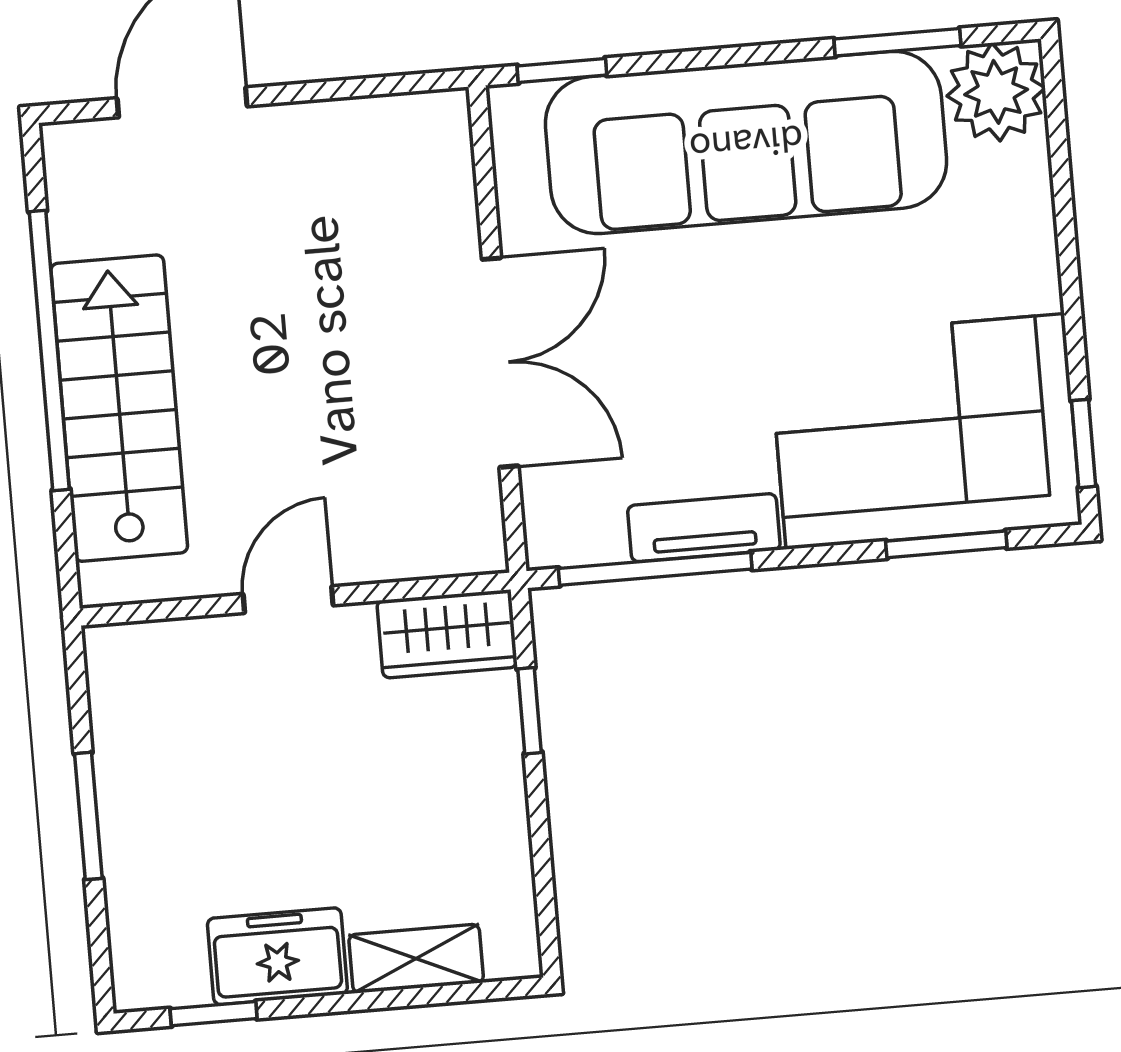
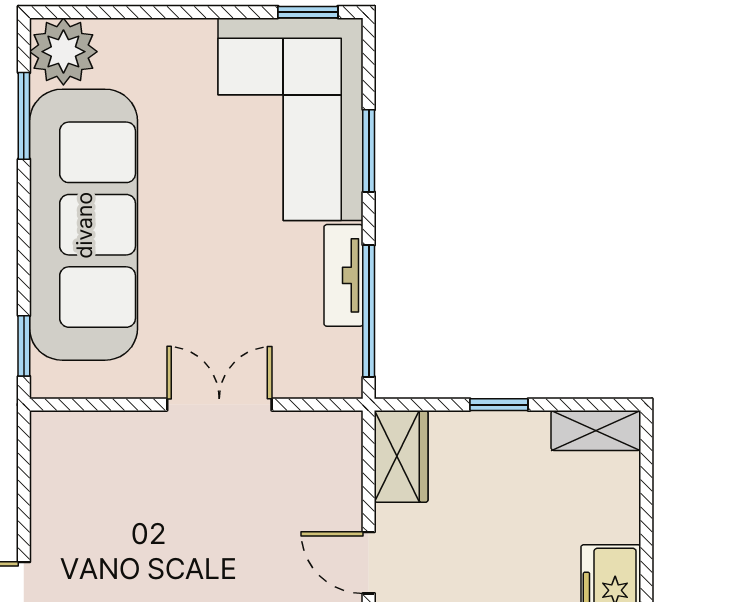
double door: (500, 363) -> (219, 405), width x0.73
window: (946, 544) -> (369, 151), moved
window: (530, 711) -> (499, 405), moved
shelving: (416, 959) -> (596, 430), moved, turned 90

